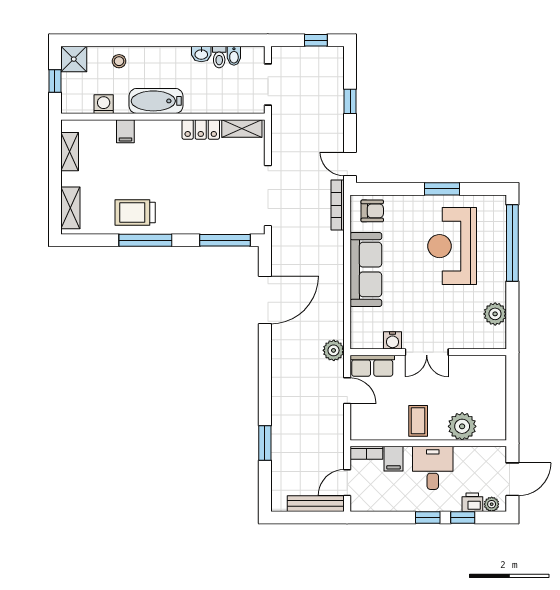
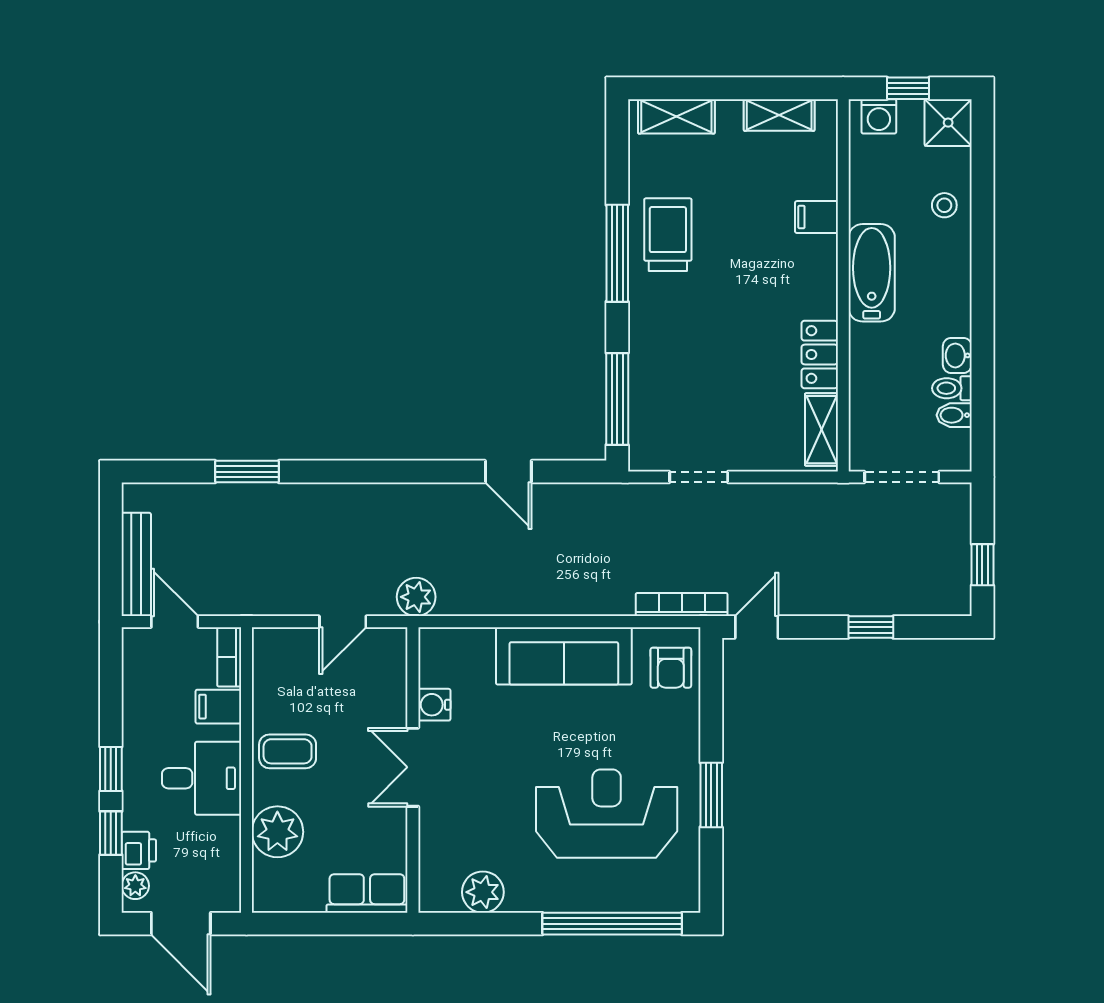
washing machine: (104, 104) -> (879, 116), moved, turned 90
doorway: (268, 196) -> (699, 477), width x0.53
door: (265, 300) -> (508, 472), width x0.53
row of seats: (372, 366) -> (367, 893), moved, turned 90

